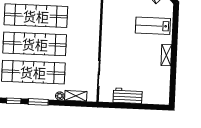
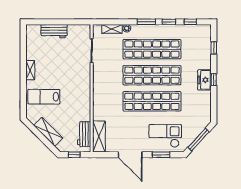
lab bench: (153, 26) -> (44, 97), turned 180
workbench: (128, 96) -> (54, 31), moved

